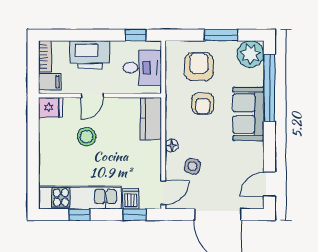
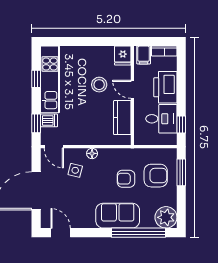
window: (221, 35) -> (181, 172), moved
desk: (142, 68) -> (161, 119), moved, turned -90
kitchen counter: (151, 119) -> (122, 118), moved, turned -90

